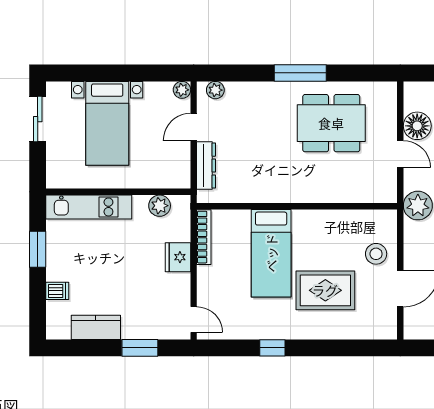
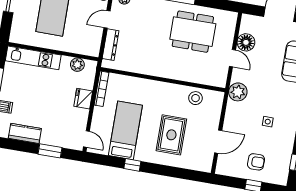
bed: (271, 253) -> (125, 130), moved, turned 180
stool: (376, 254) -> (196, 98), moved
rug: (325, 290) -> (171, 135), turned 90

